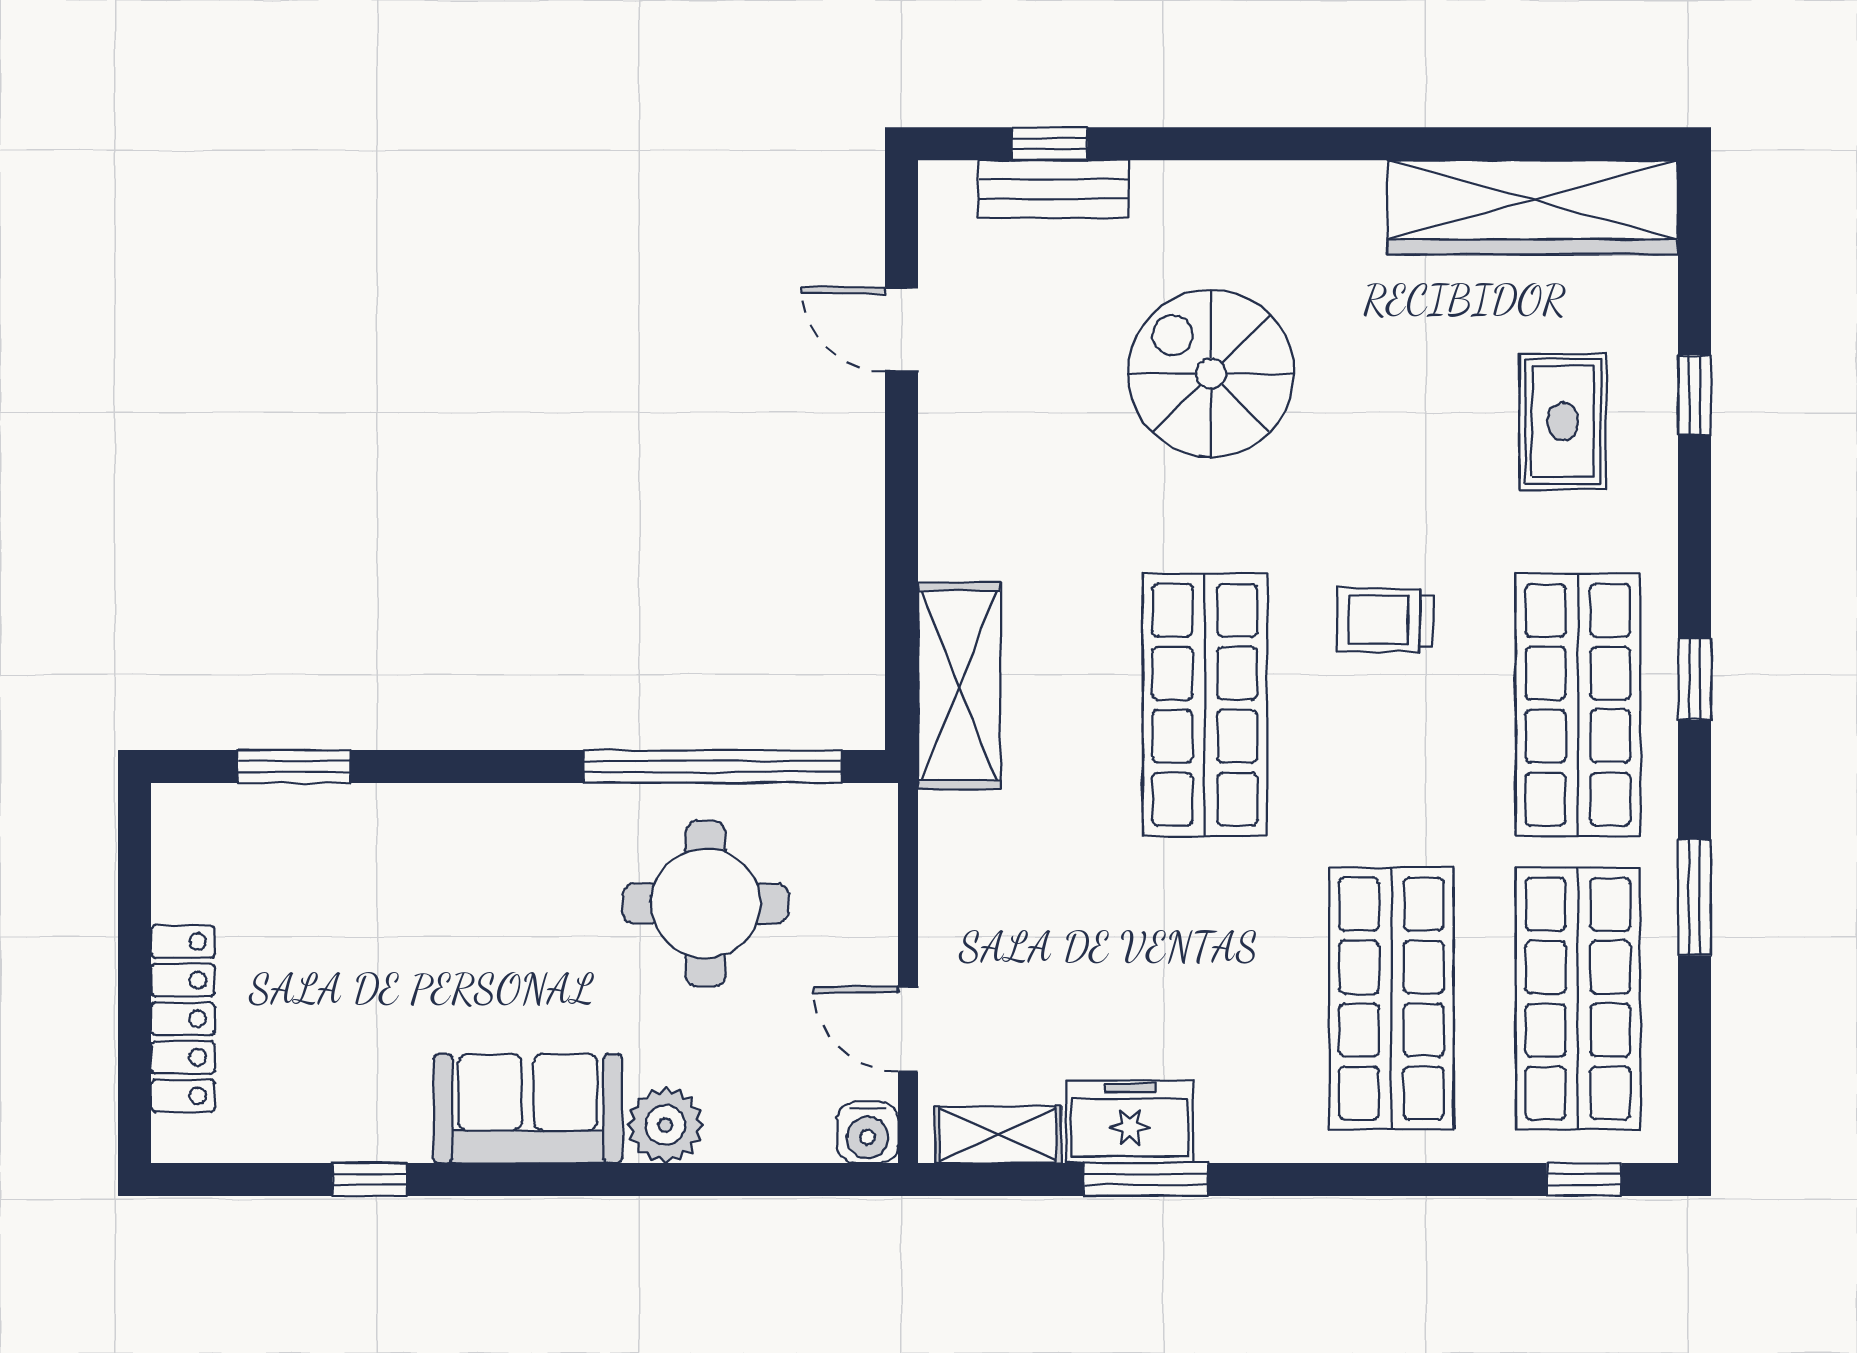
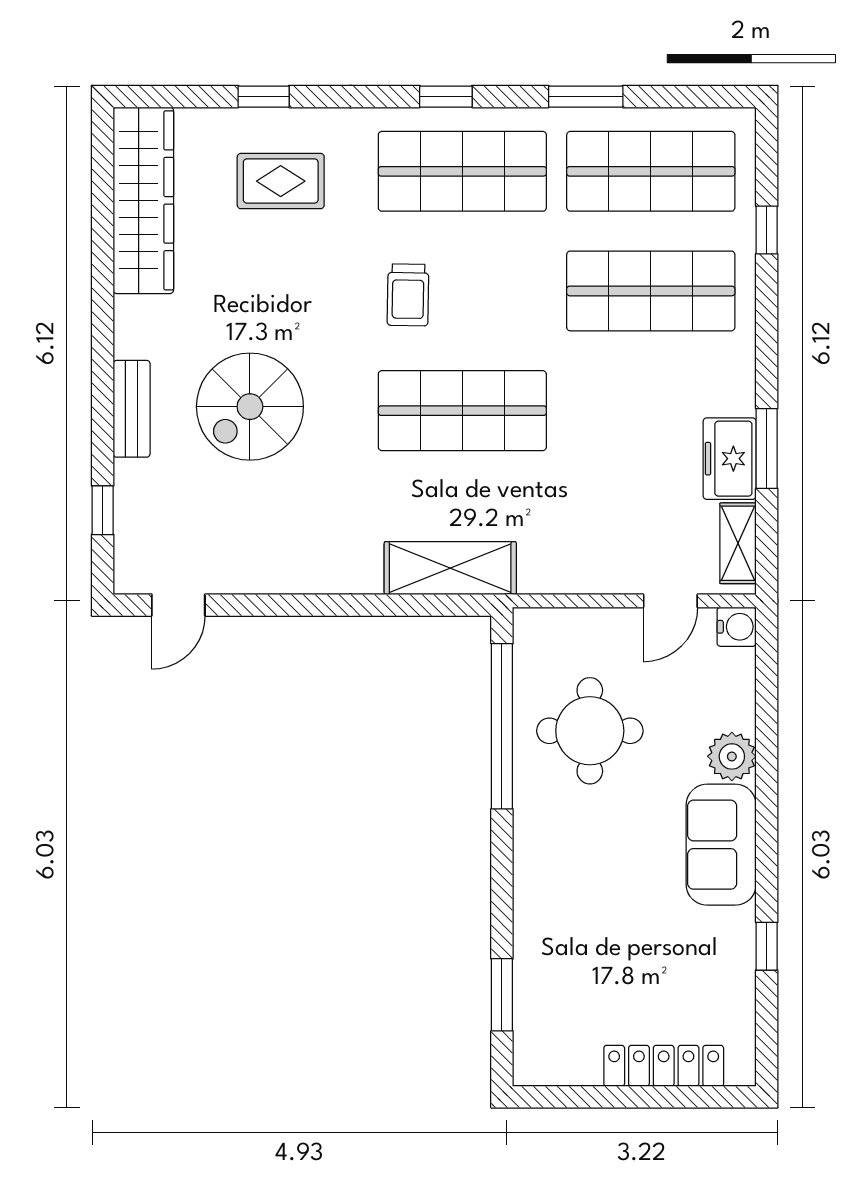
bench: (1053, 189) -> (132, 409), moved
door: (901, 329) -> (178, 605), moved
window: (1584, 1179) -> (767, 230), moved

